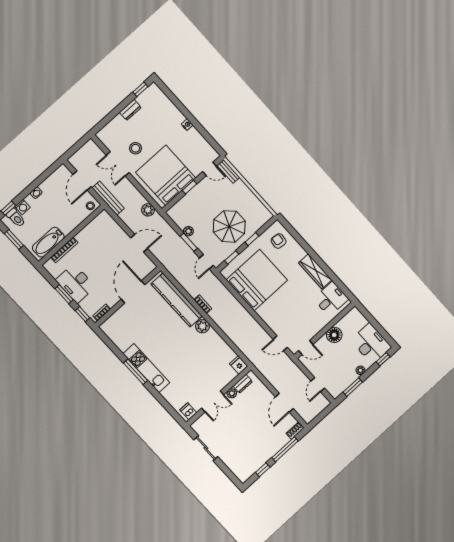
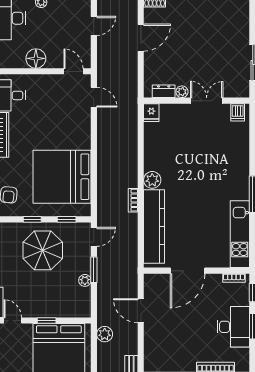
kitchen unit: (146, 368) -> (240, 234), moved

